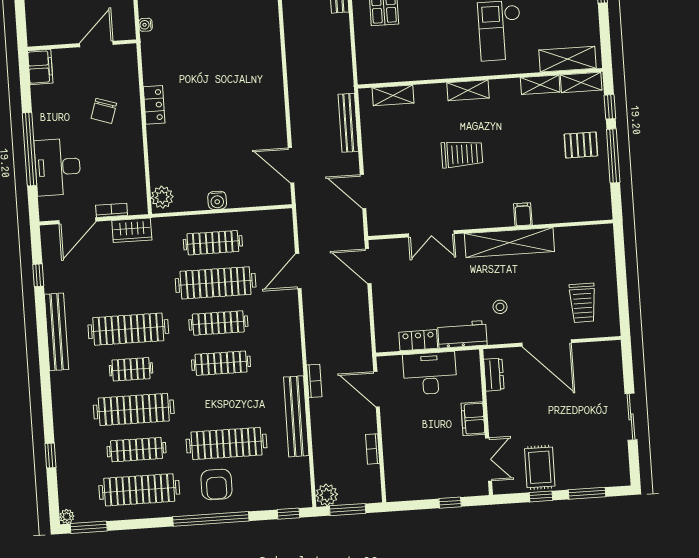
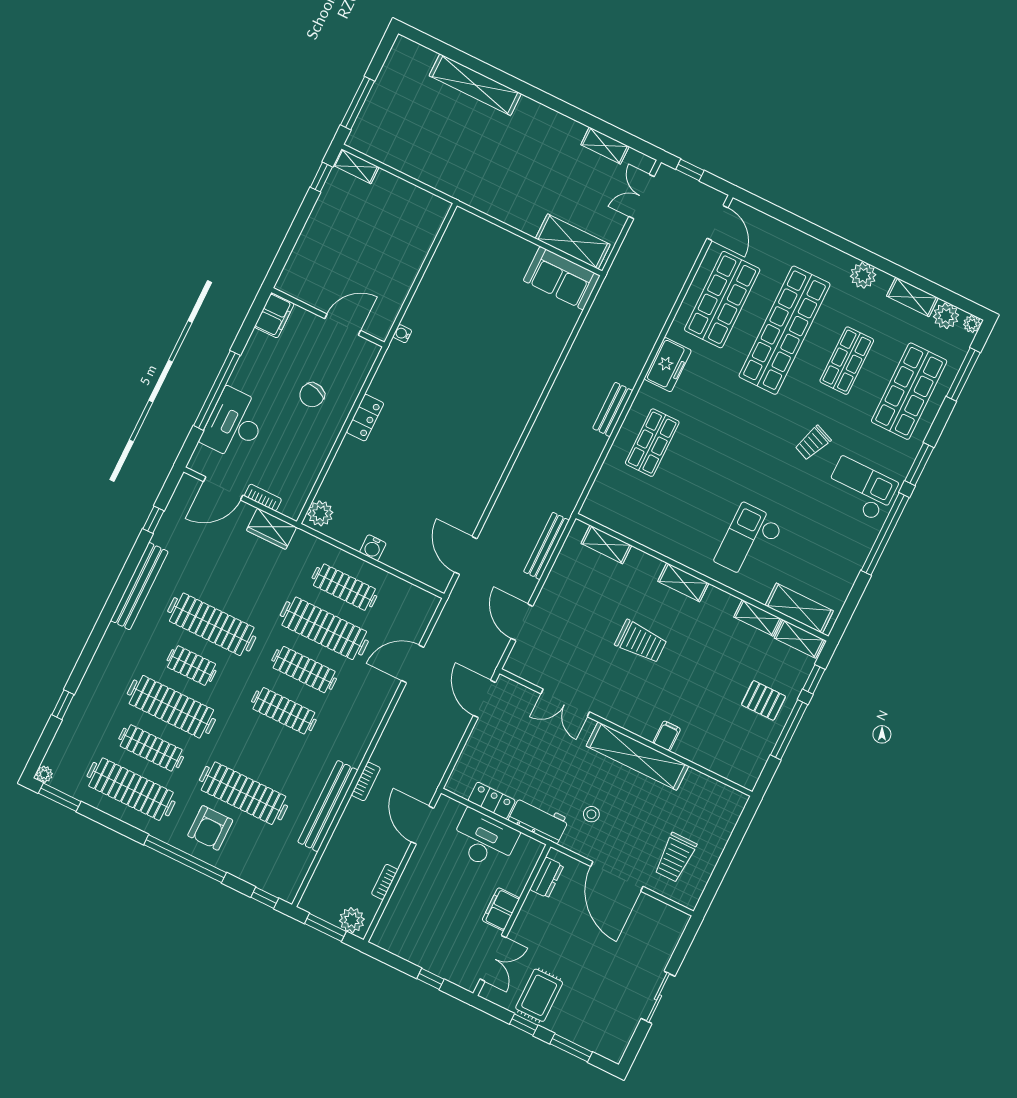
plant: (327, 495) -> (352, 920), moved

